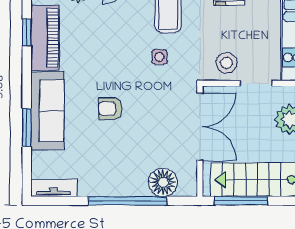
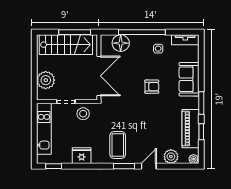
side table: (159, 57) -> (158, 49), moved
sofa: (47, 111) -> (189, 79), width x0.73
double door: (200, 127) -> (99, 76), swing flipped
window: (27, 128) -> (201, 103), moved

